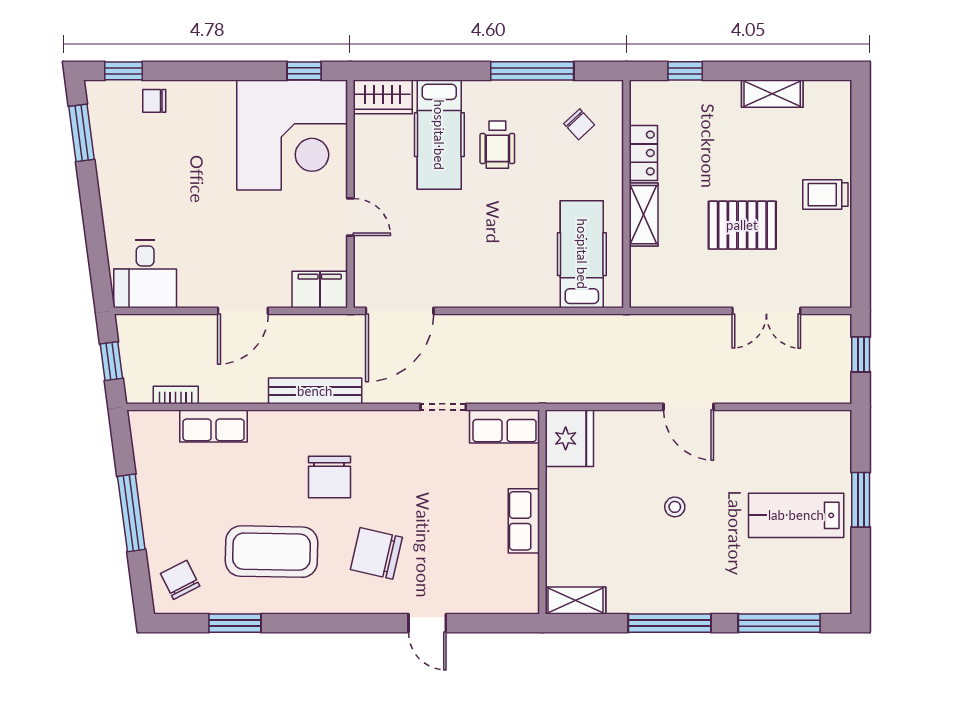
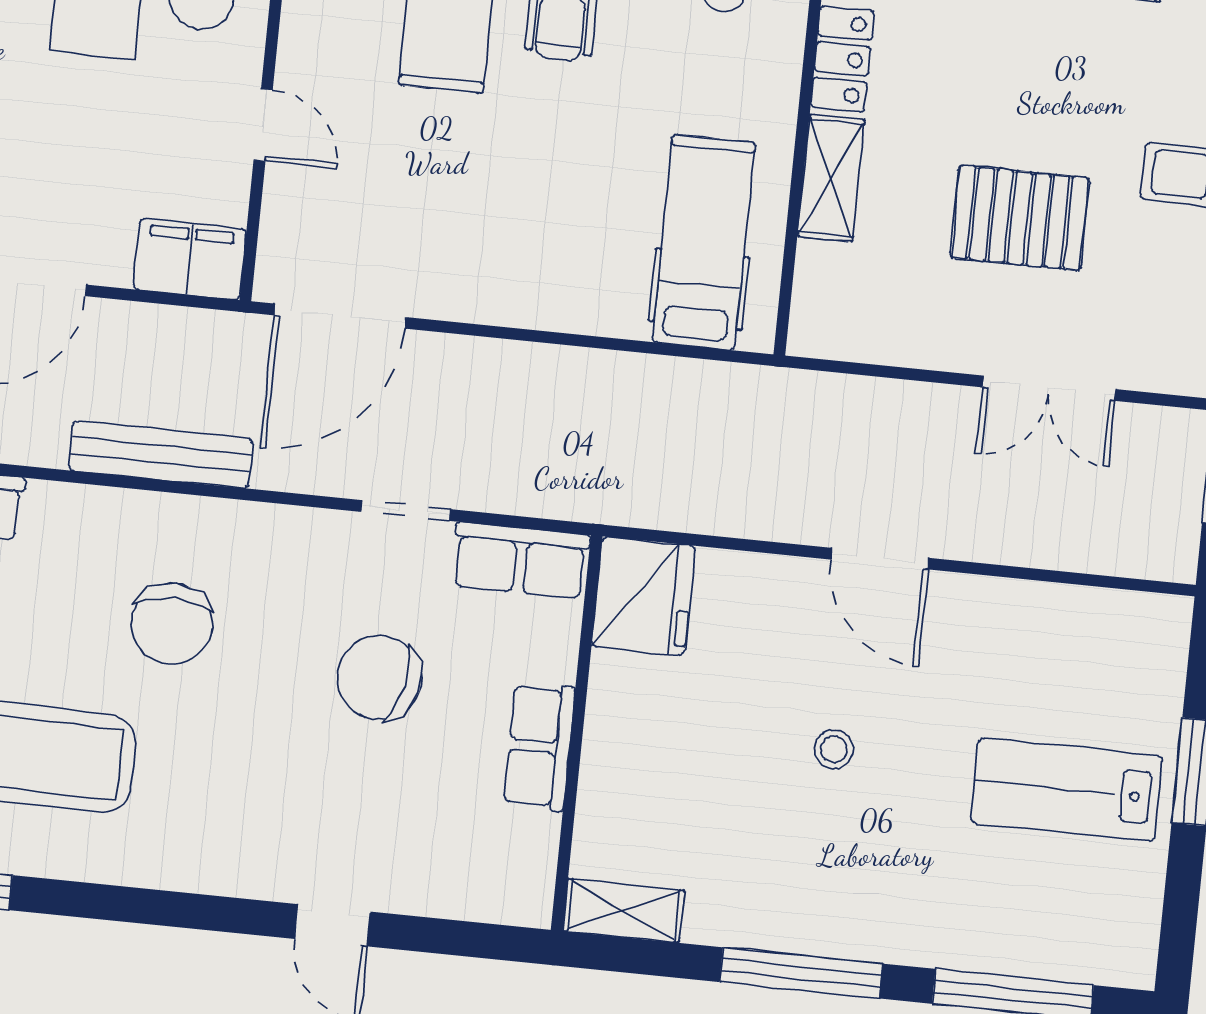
chair: (376, 553) -> (379, 678), moved

